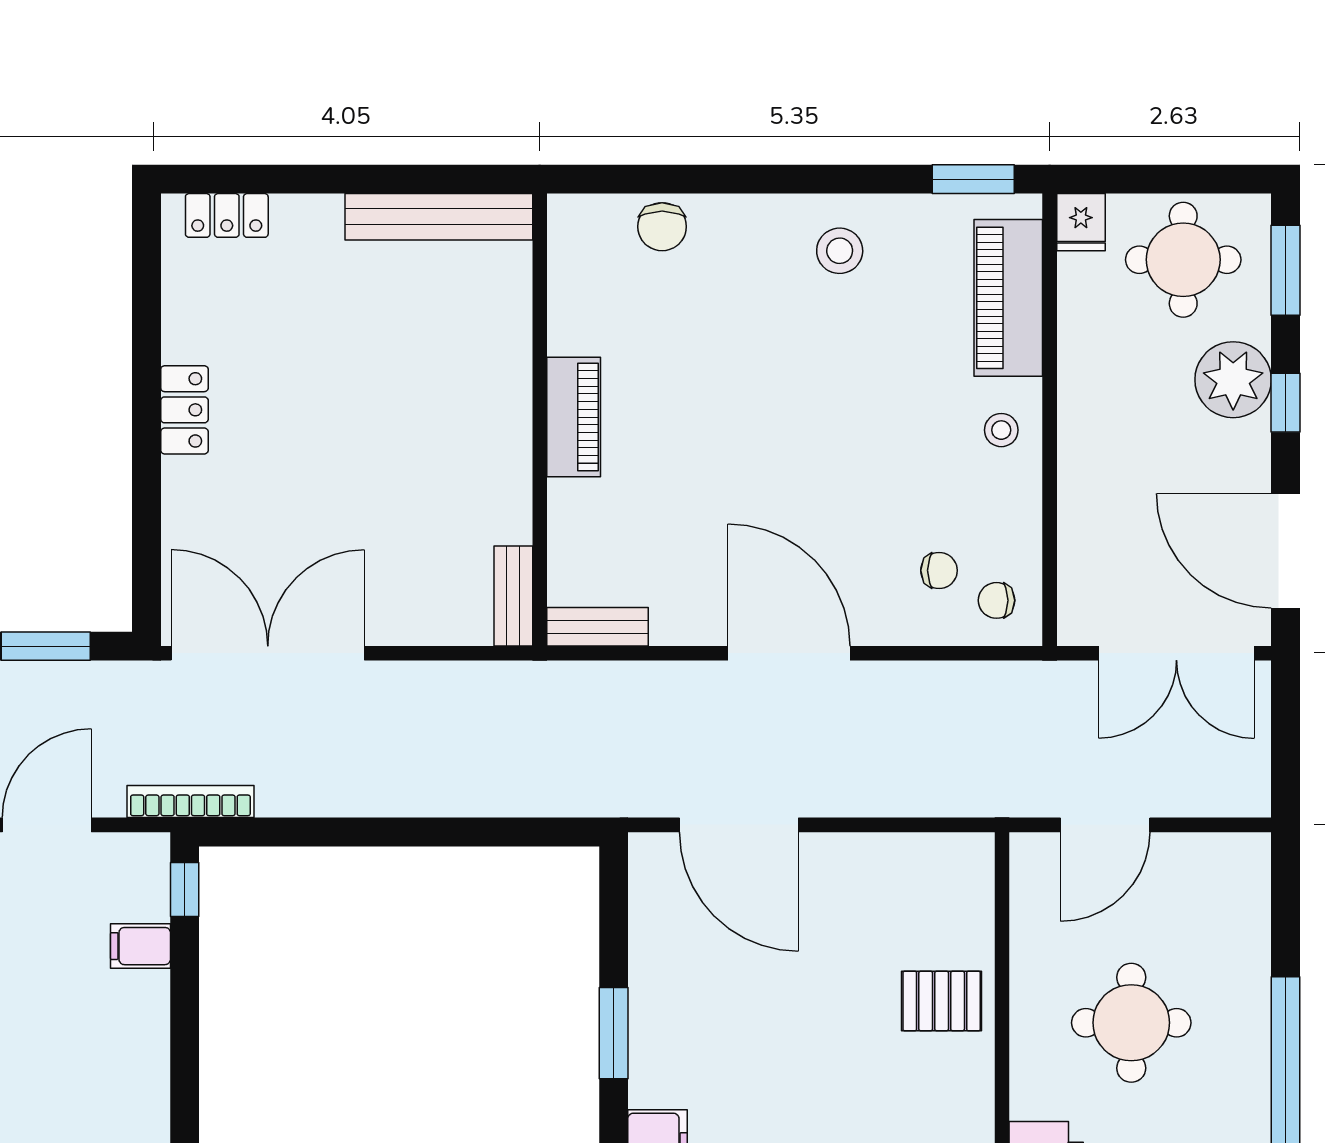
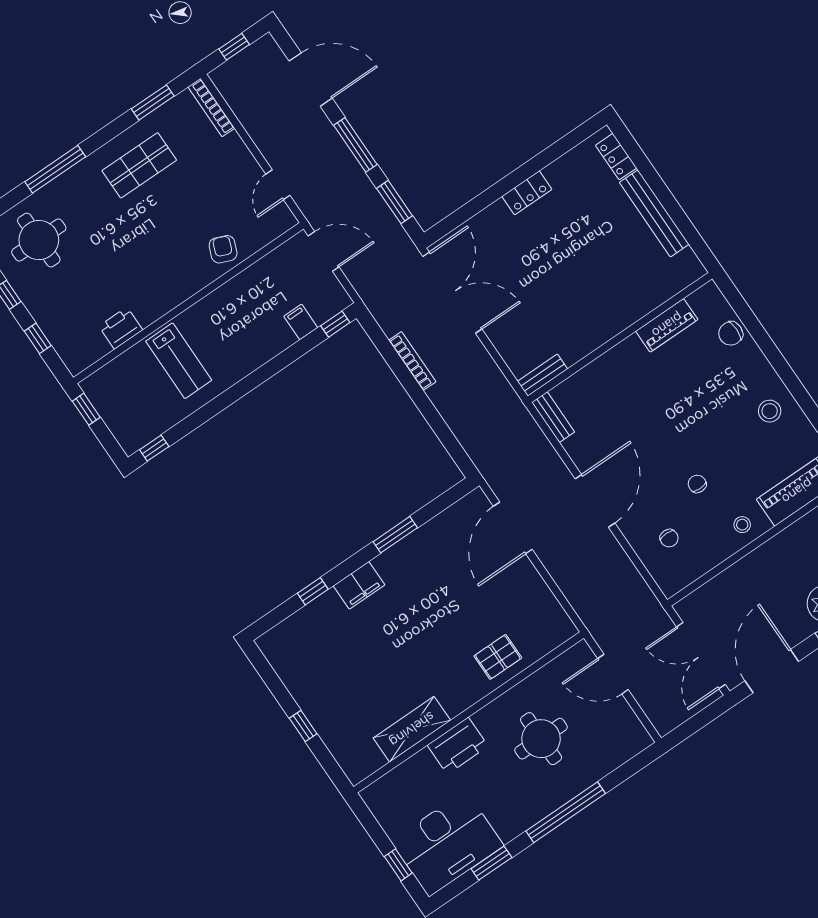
bench: (439, 217) -> (654, 213), moved
piano: (574, 417) -> (667, 325), moved
chair: (996, 600) -> (697, 484), moved
bookcase: (190, 801) -> (412, 361), moved
pallet: (942, 1001) -> (498, 657), turned 90

